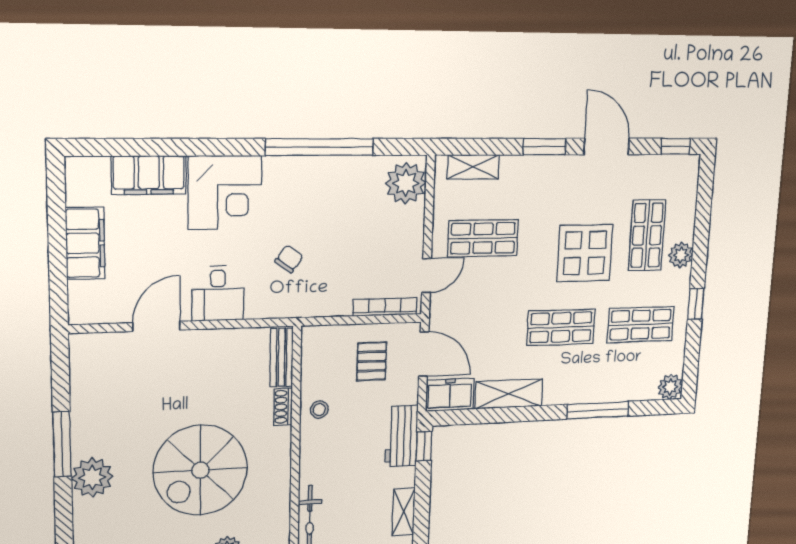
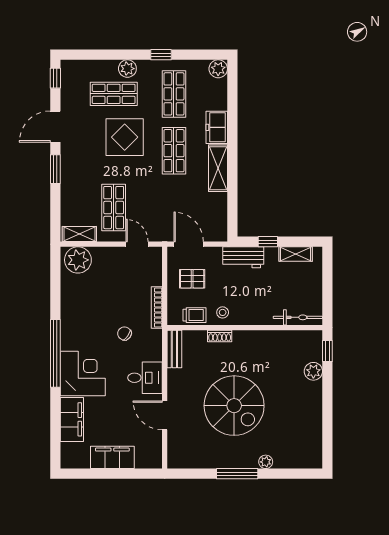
window: (320, 147) -> (55, 353), moved
shelving: (473, 167) -> (79, 234), moved, turned 90
bookcase: (385, 307) -> (157, 307), moved
door: (424, 354) -> (189, 244), hinge flipped
bench: (282, 357) -> (174, 349), moved, turned 90
trolley: (316, 367) -> (195, 315), added
shelving: (509, 394) -> (218, 168), moved
freezer: (450, 395) -> (217, 127), moved
window: (598, 410) -> (232, 121), removed
window: (424, 446) -> (268, 242), moved
spiral stairs: (200, 470) -> (234, 406), moved
plant: (92, 477) -> (266, 462), width x0.53, depth x0.53

